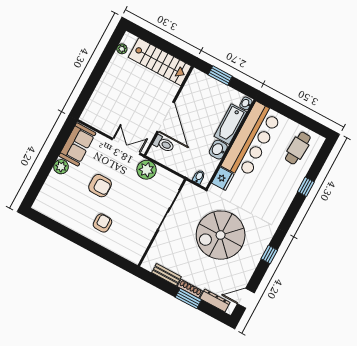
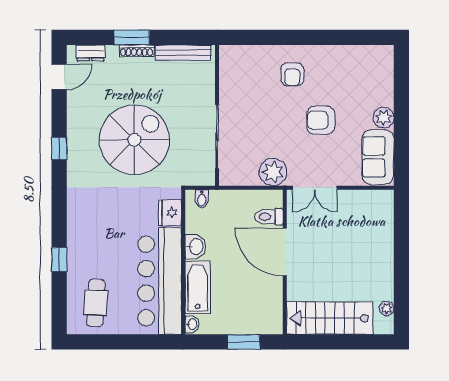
bench: (166, 275) -> (183, 53), width x1.36
dresser: (215, 300) -> (91, 53), width x0.70

